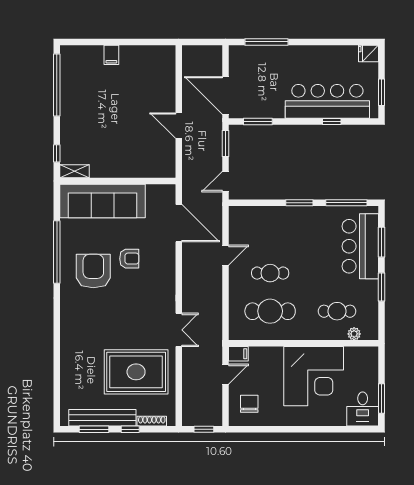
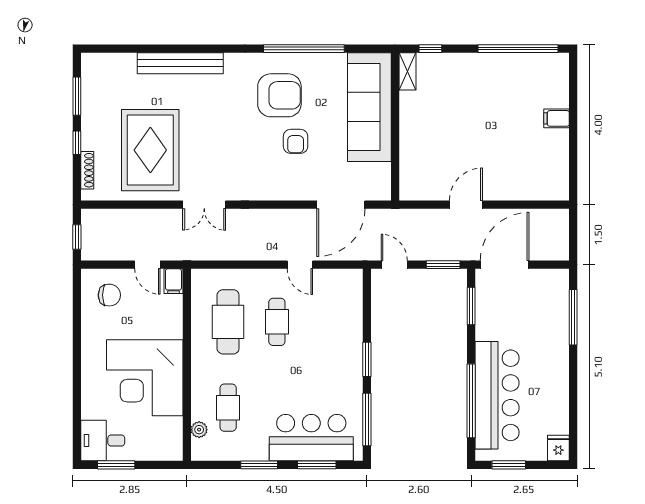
window: (332, 122) -> (471, 401), width x3.17
bench: (102, 418) -> (180, 63), moved, turned 90

